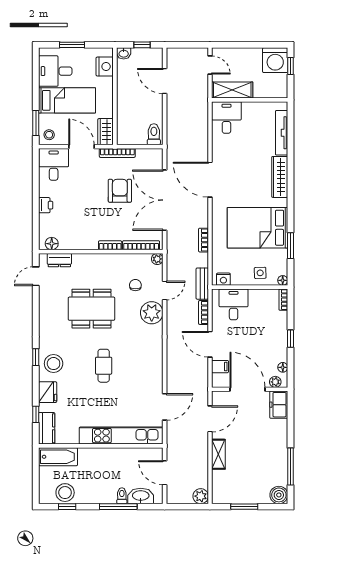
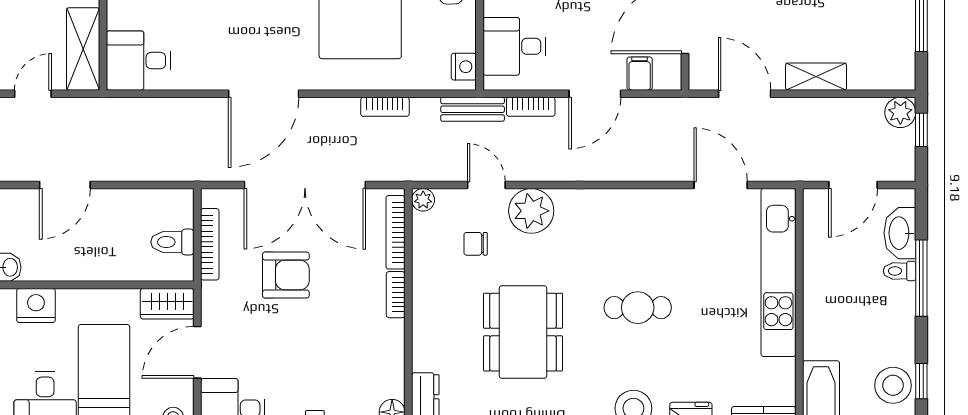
toilet: (154, 134) -> (172, 242), moved
bookcase: (117, 153) -> (210, 244), moved
armchair: (120, 191) -> (286, 275), turned 180
window: (192, 507) -> (921, 130), added

